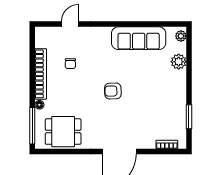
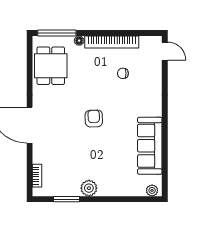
door: (70, 24) -> (165, 51), moved
plant: (179, 62) -> (89, 188), moved

